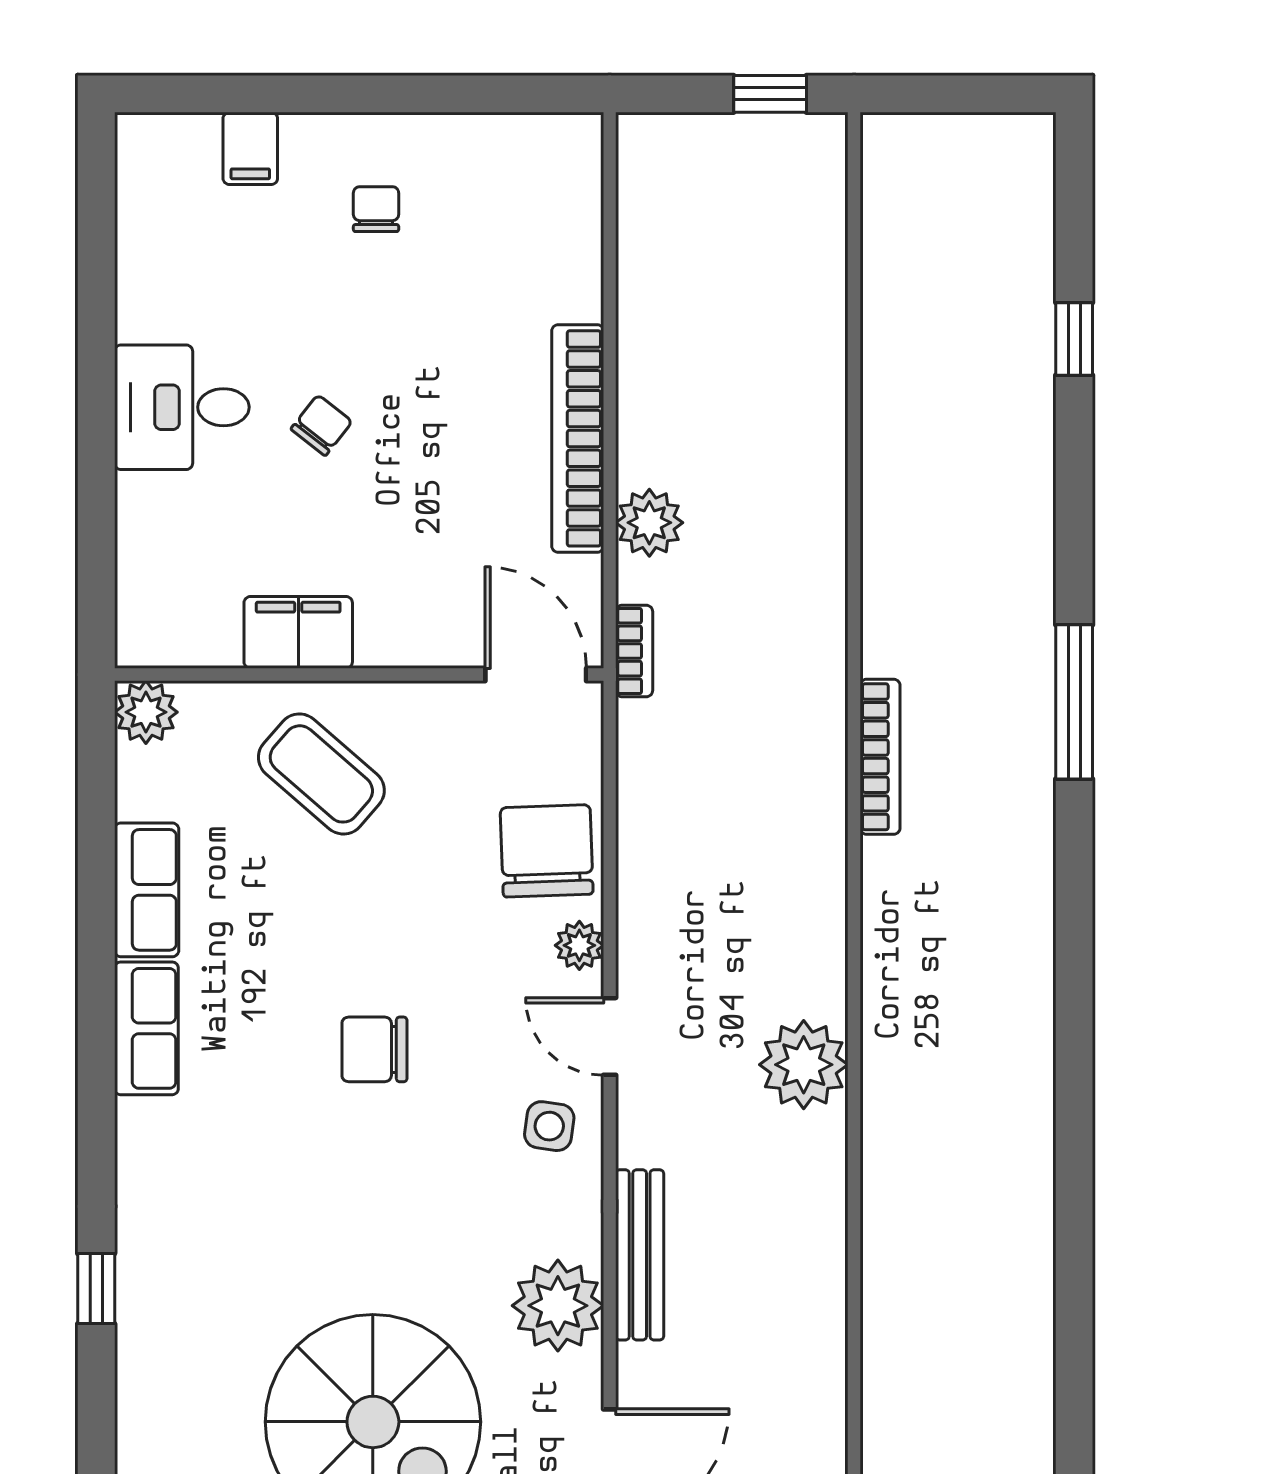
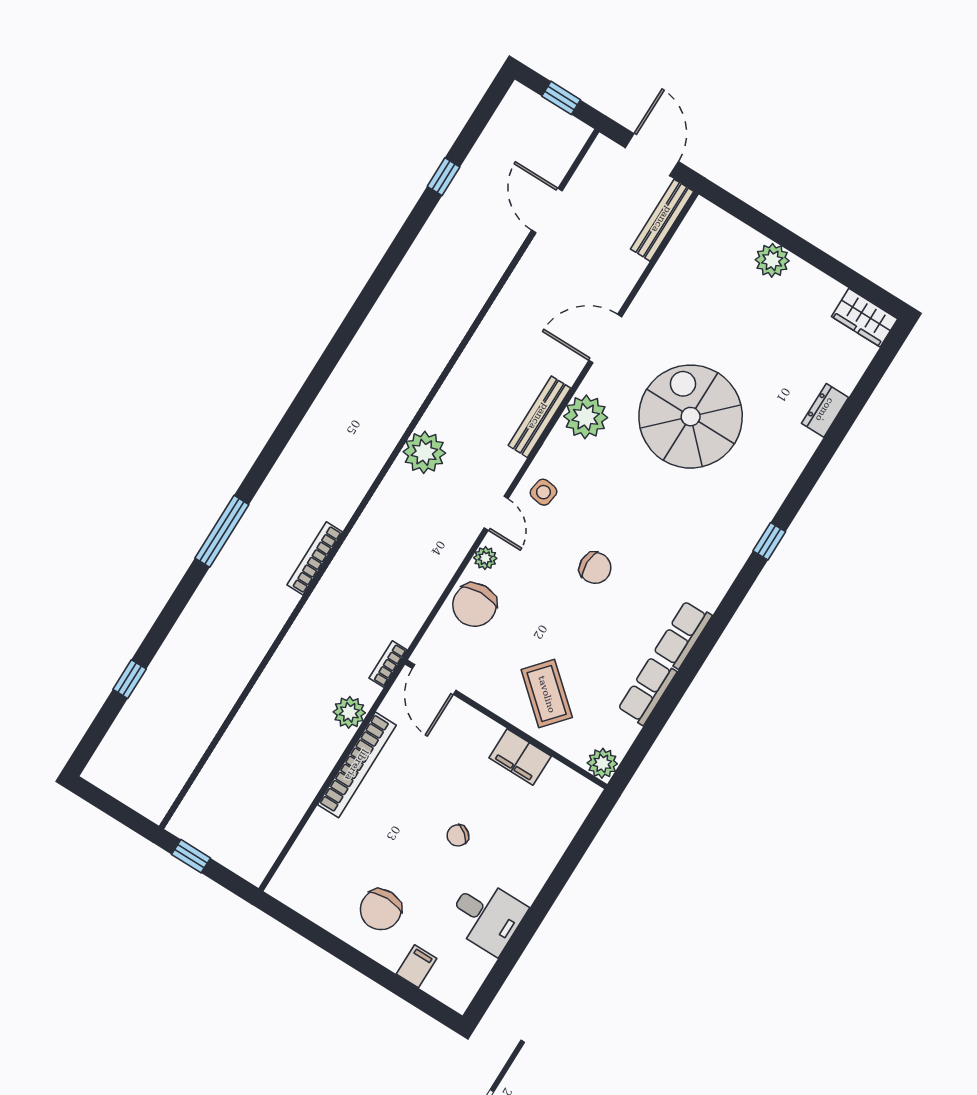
chair: (376, 209) -> (381, 910), width x1.87, depth x1.87
desk: (182, 407) -> (487, 916), moved

